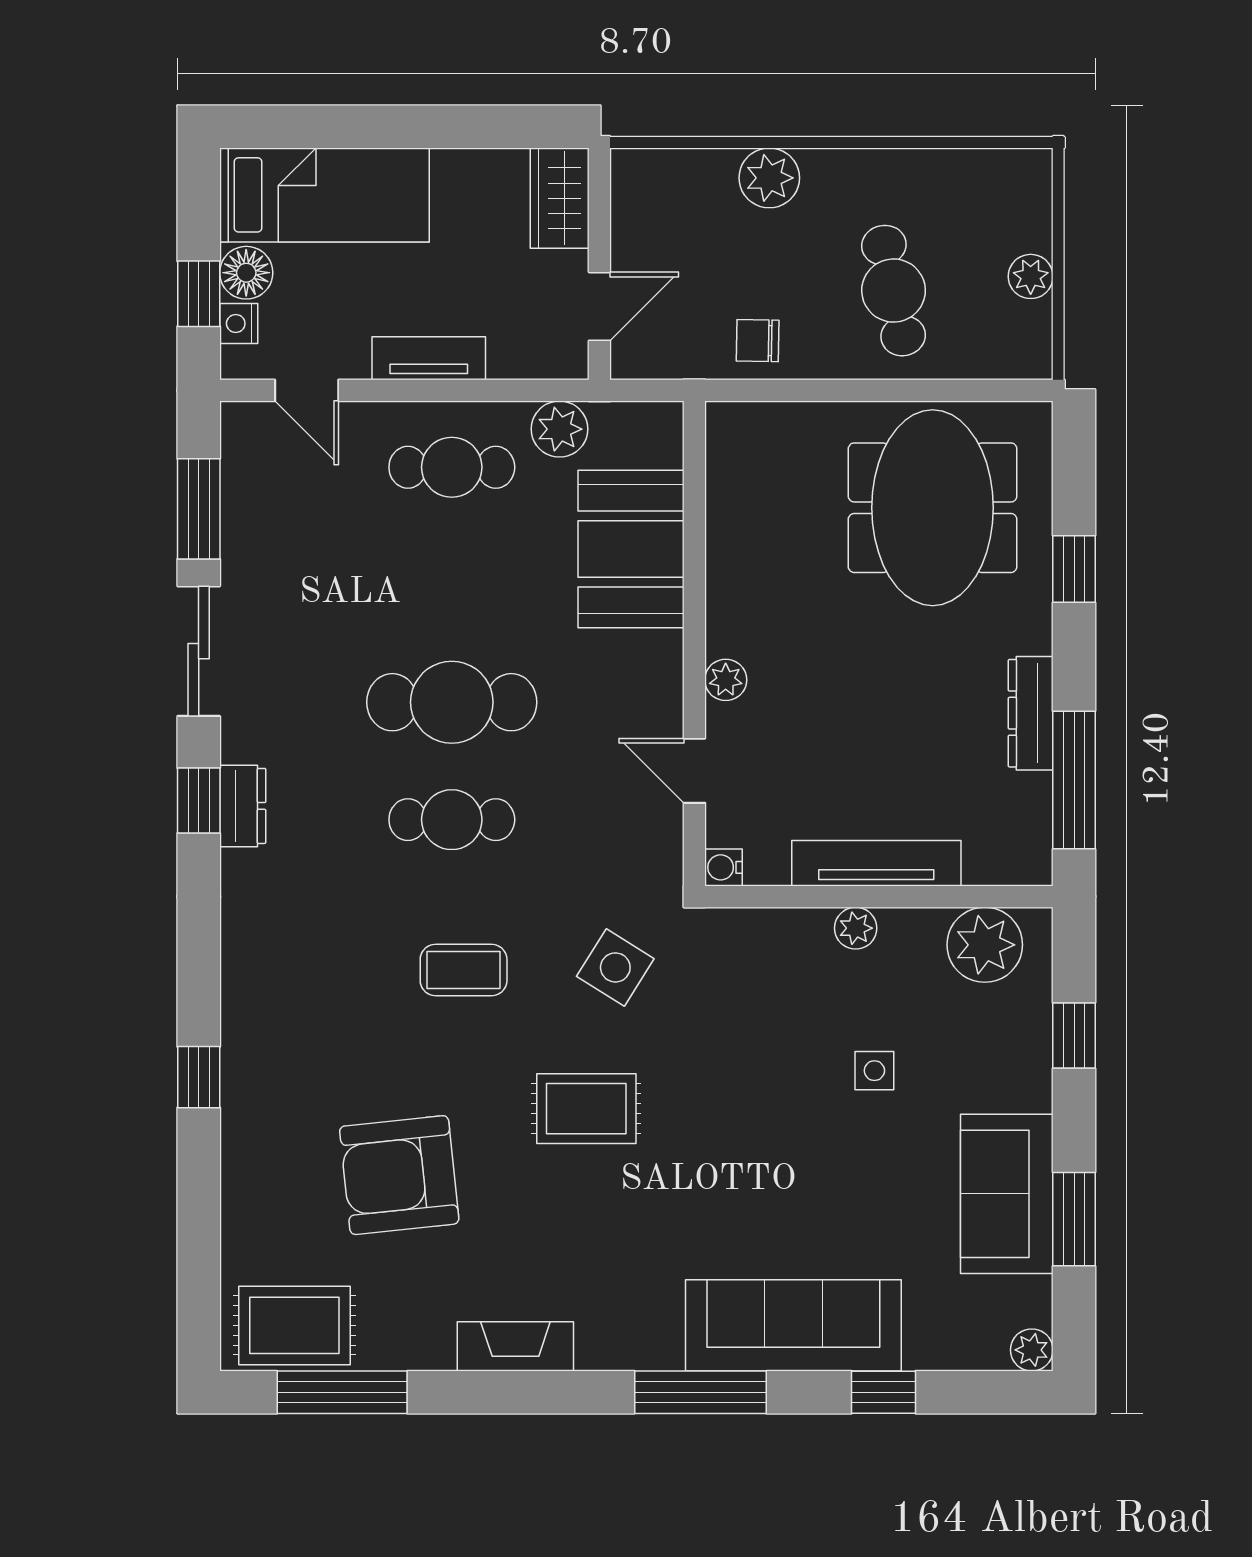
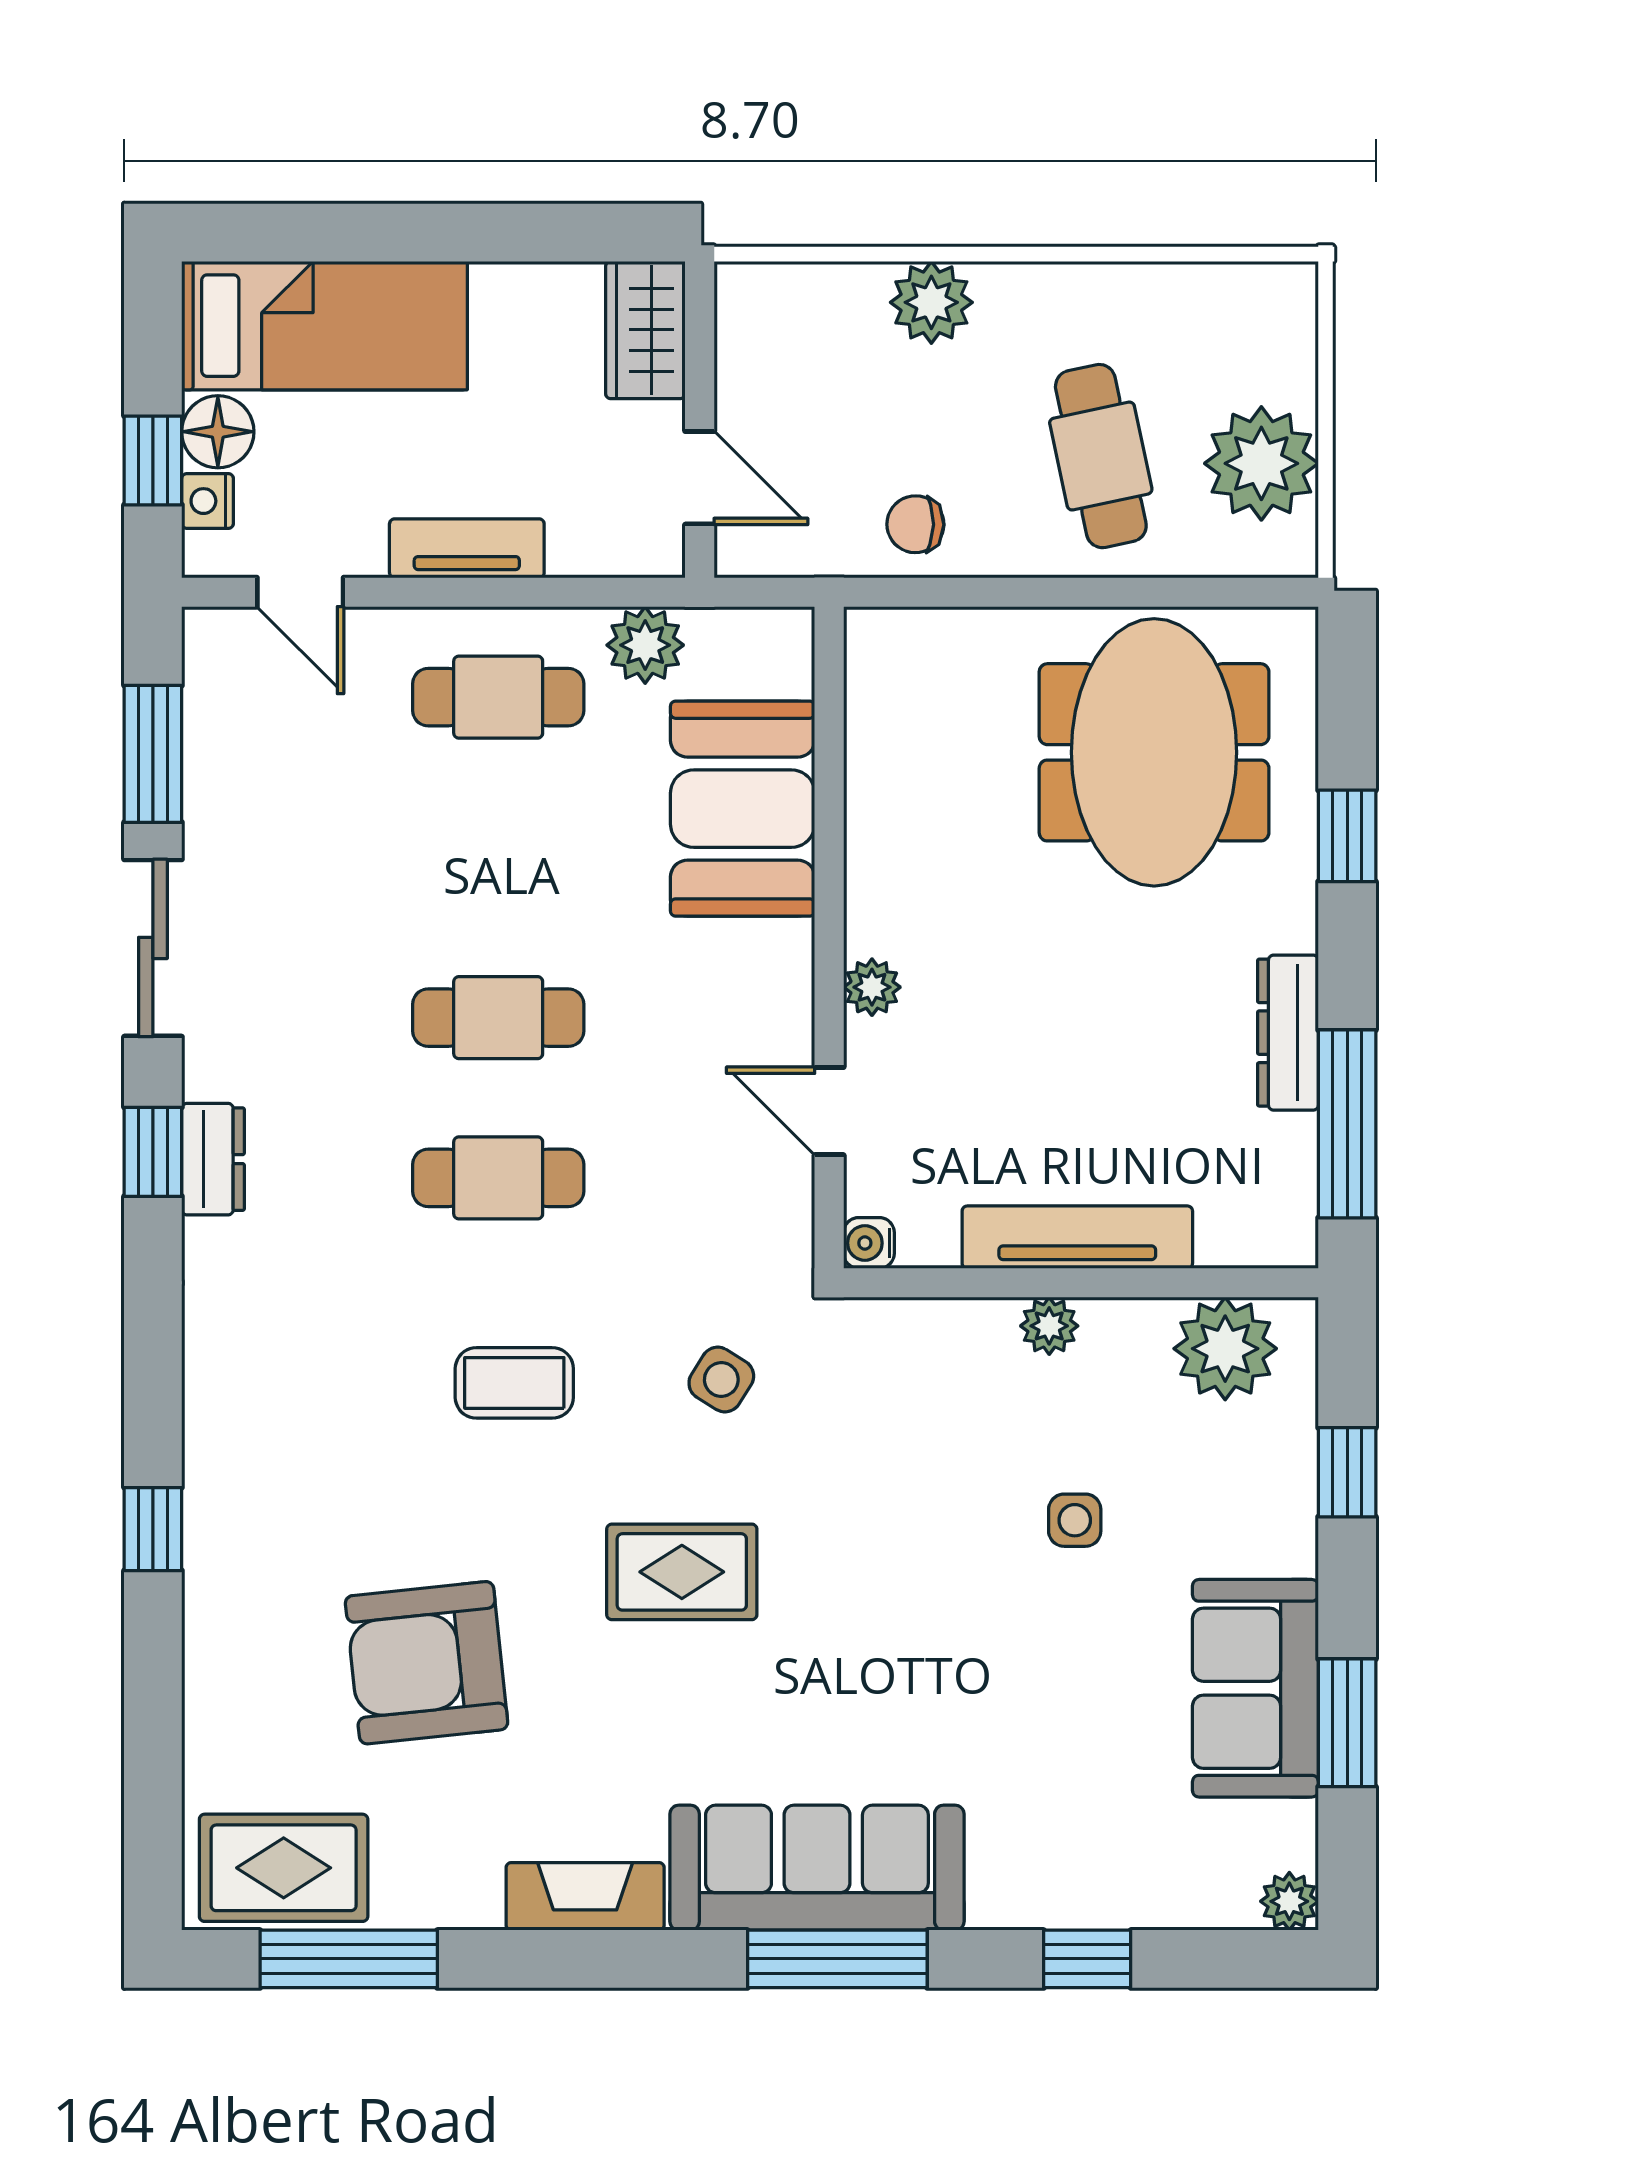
plant: (1031, 276) -> (1261, 463), width x1.88, depth x1.88
door: (599, 306) -> (700, 478), hinge flipped
cafe table: (452, 702) -> (498, 1018), width x0.73, depth x0.74
side table: (615, 967) -> (721, 1379), width x0.73, depth x0.73
sofa: (793, 1325) -> (817, 1868), moved

